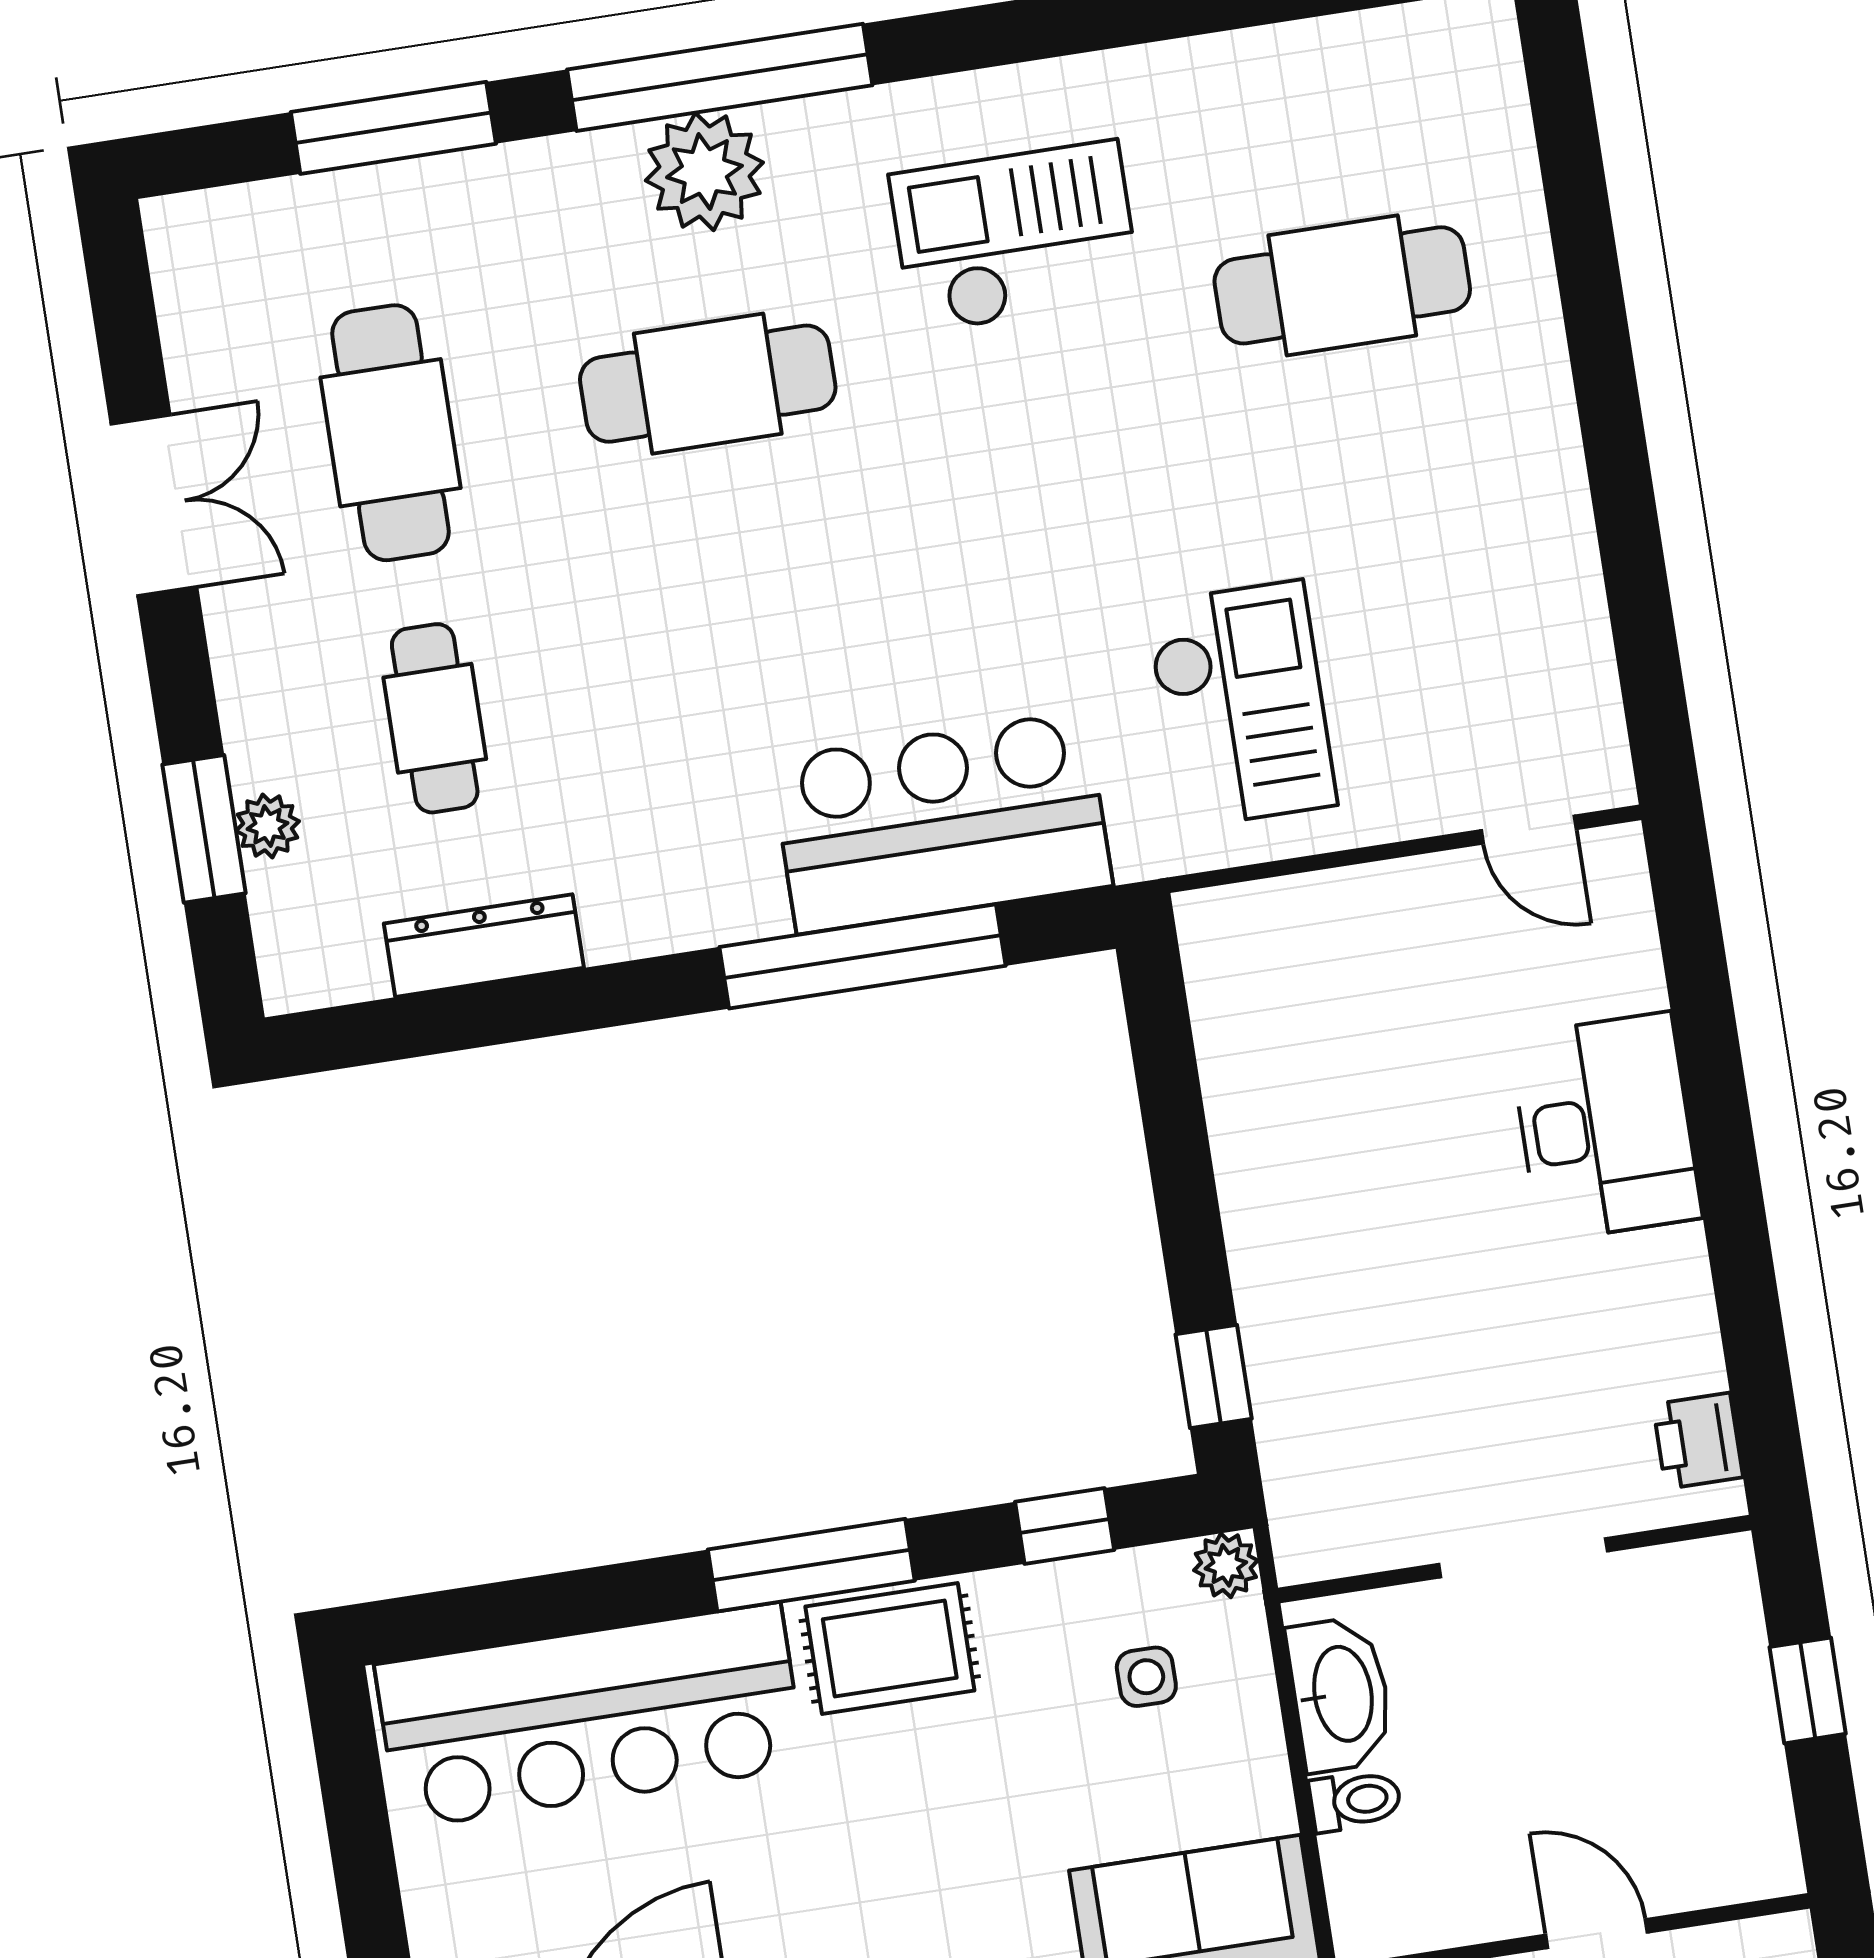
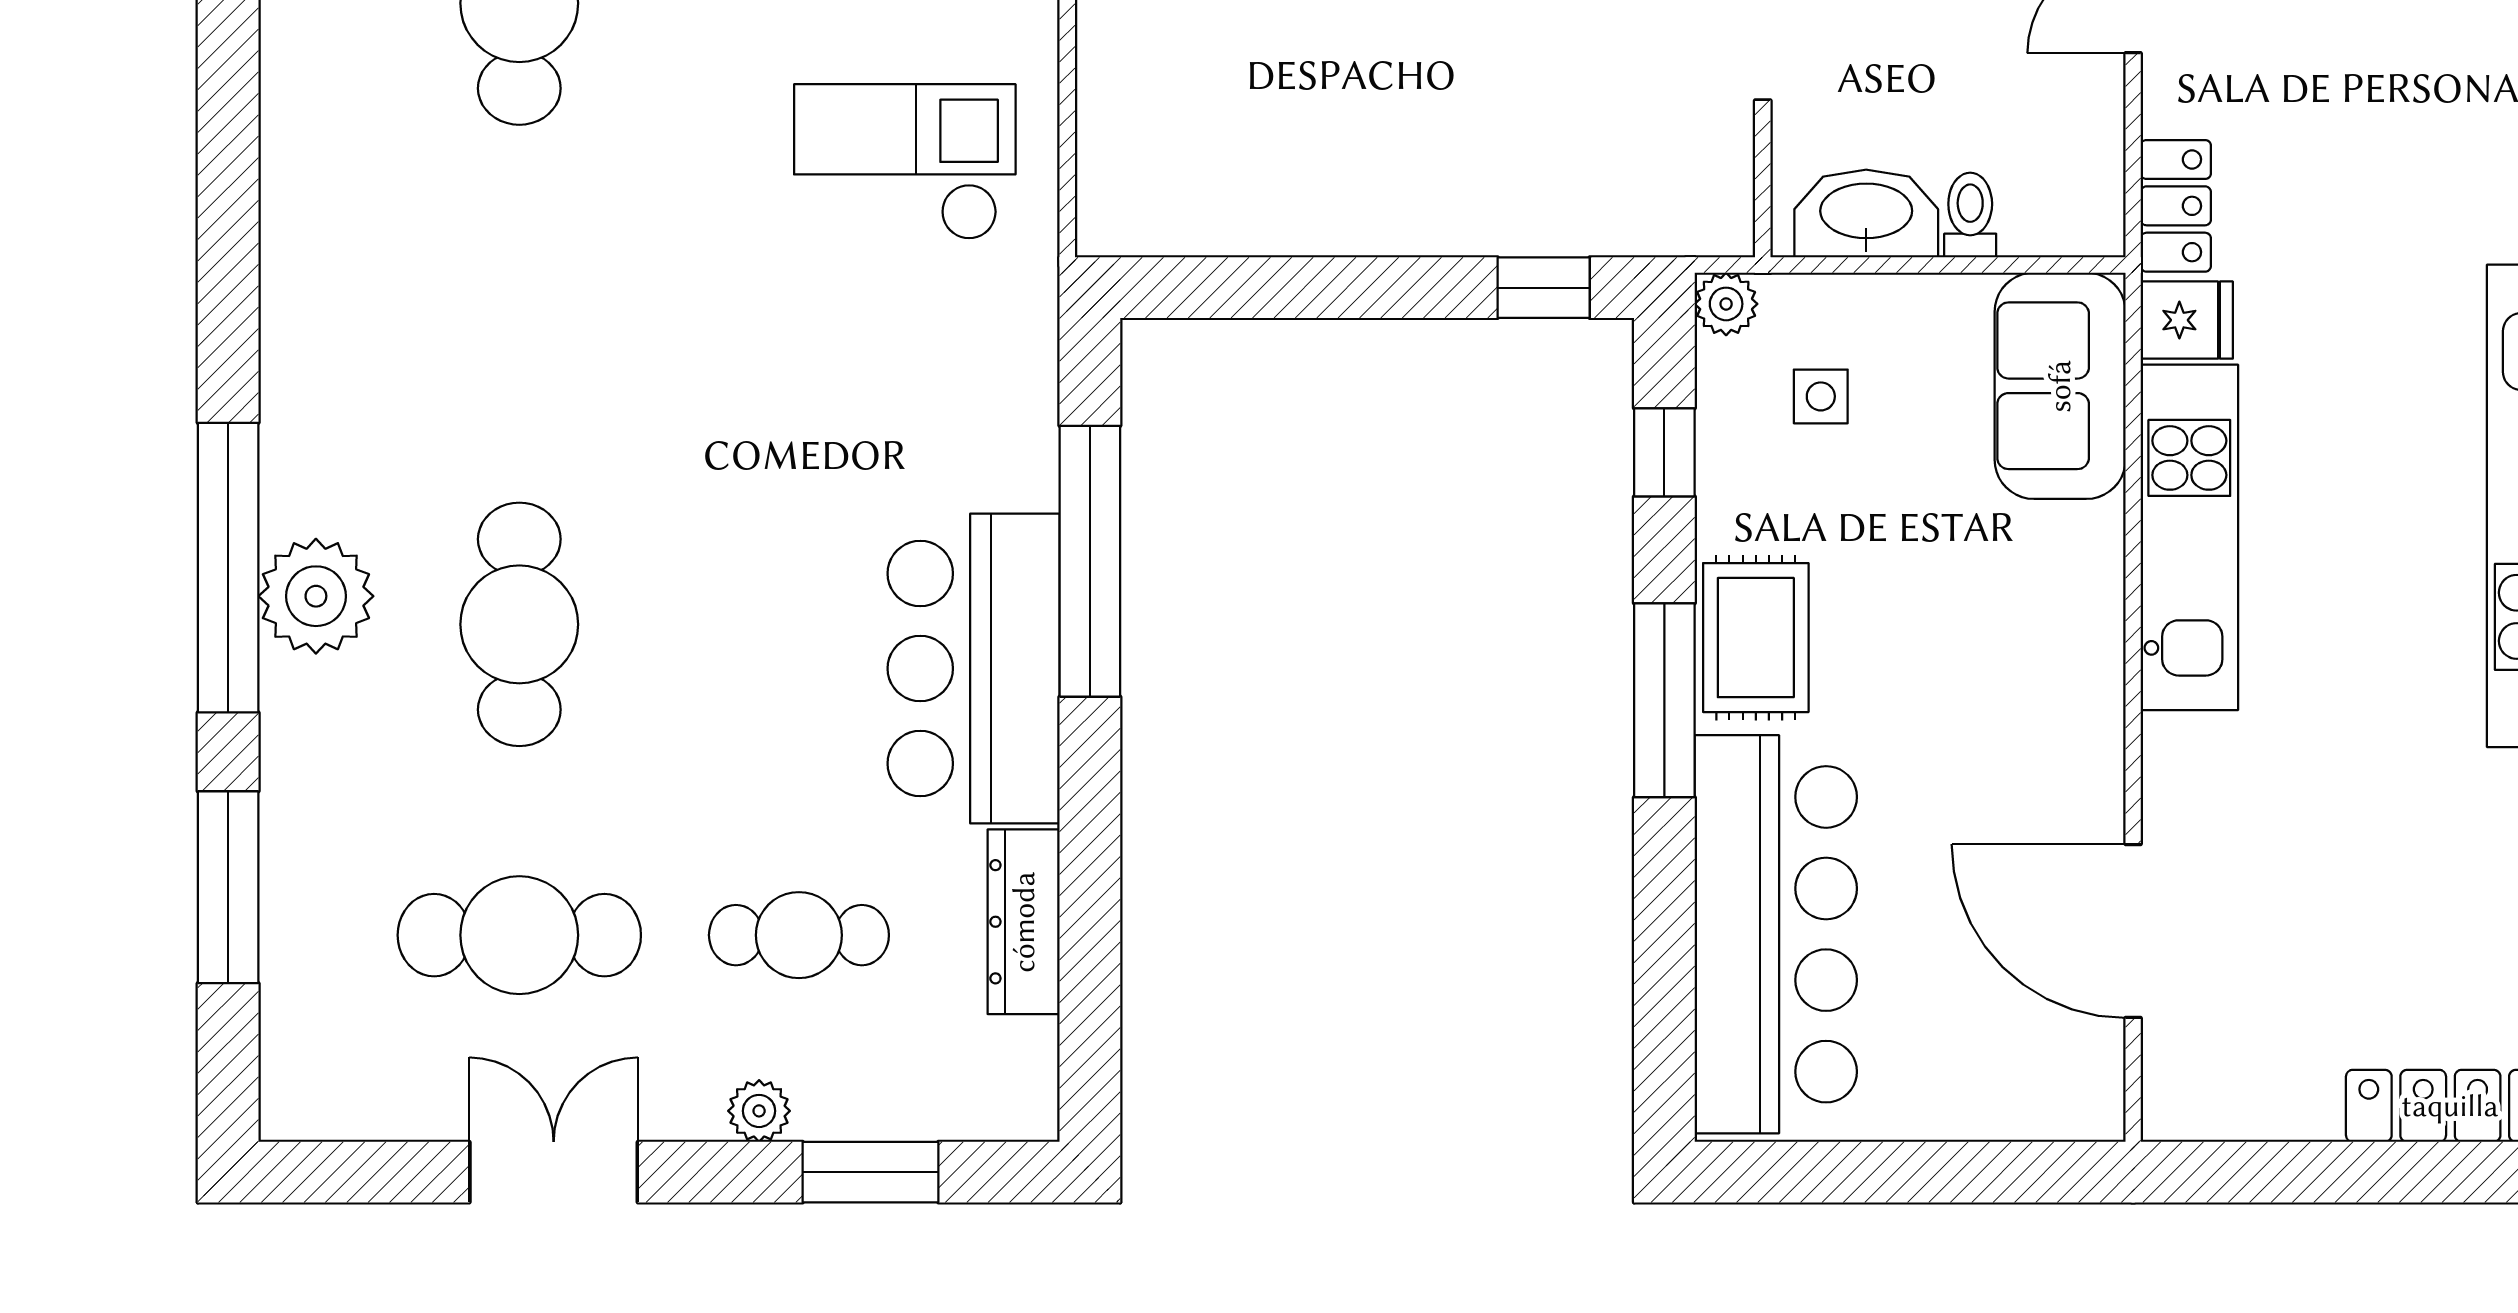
checkout: (1015, 237) -> (425, 309), removed
bar counter: (941, 823) -> (974, 669), moved
plant: (267, 826) -> (759, 1111), moved

